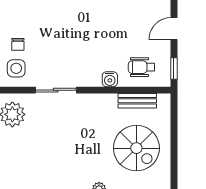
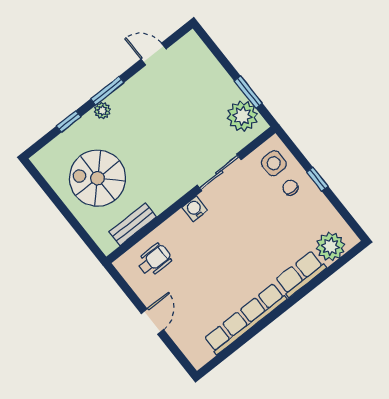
window: (174, 69) -> (122, 283), removed
water cooler: (110, 79) -> (195, 209), moved

